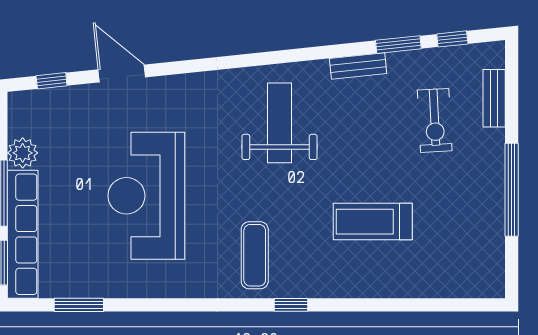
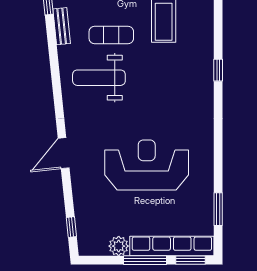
door: (122, 73) -> (64, 153), moved
reception desk: (146, 196) -> (147, 165), turned 180
exercise mat: (255, 255) -> (111, 35), moved

